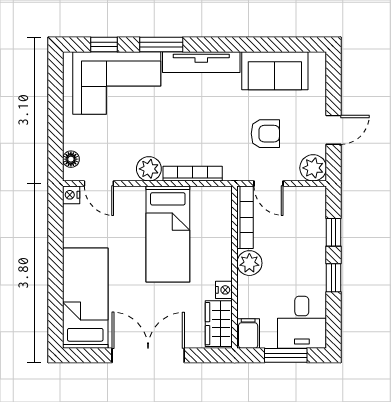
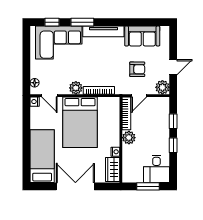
door: (269, 183) -> (139, 96), hinge flipped
bed: (168, 234) -> (80, 122), width x1.50
filing cabinet: (248, 333) -> (128, 175), removed

